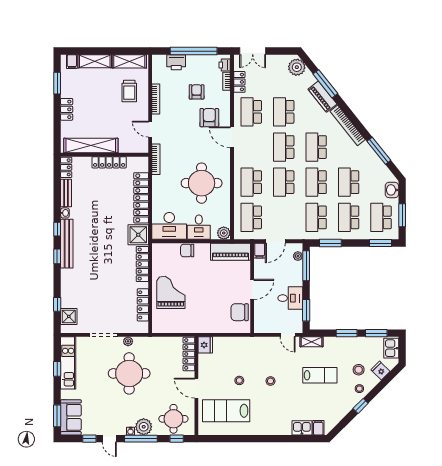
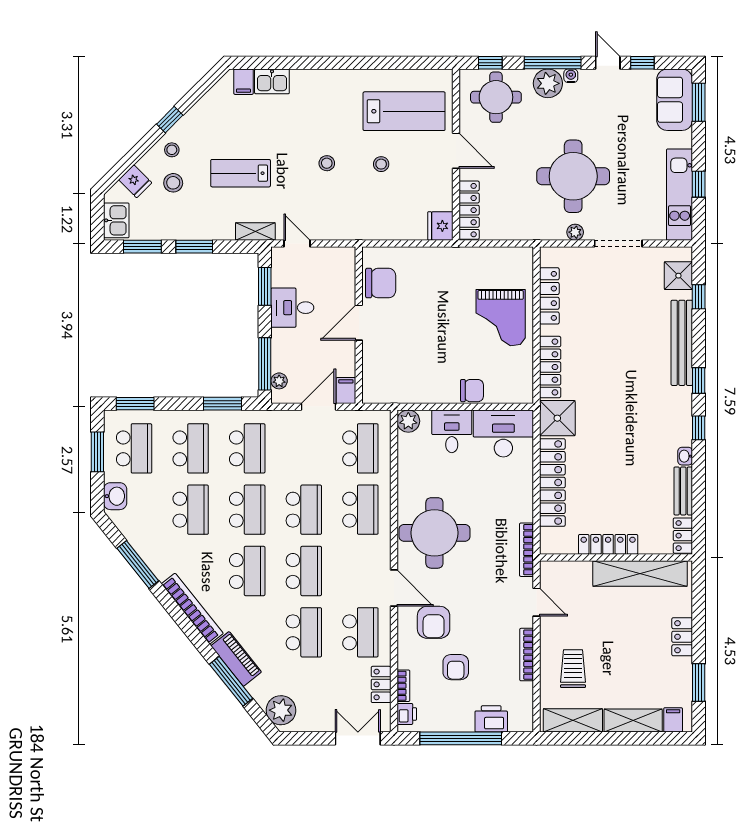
round table: (202, 183) -> (434, 533), moved
bench: (67, 244) -> (682, 343), moved
piano: (231, 252) -> (396, 389), removed

